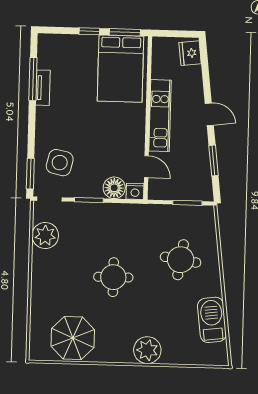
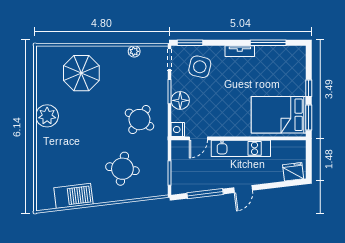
tv unit: (43, 88) -> (240, 51), moved
window: (214, 160) -> (205, 194), width x1.44
floor lamp: (114, 188) -> (180, 100), moved
plant: (45, 236) -> (134, 51), width x0.53, depth x0.53
round table: (113, 277) -> (139, 120), moved, turned 33
parasol: (73, 338) -> (81, 73), moved
plant: (147, 350) -> (47, 116), moved

